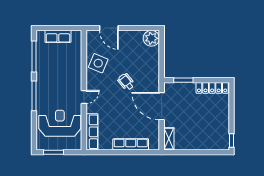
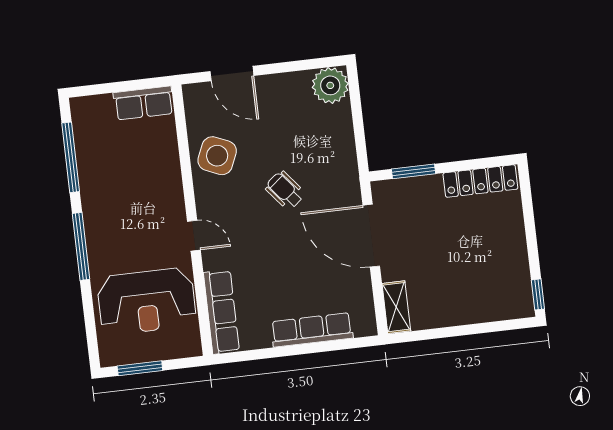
row of seats: (58, 36) -> (144, 103), moved
door: (84, 97) -> (194, 236), hinge flipped
reception desk: (60, 123) -> (147, 301), turned 180

